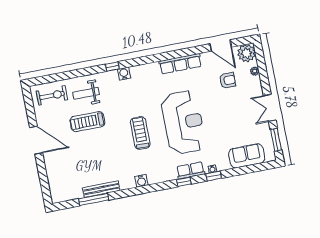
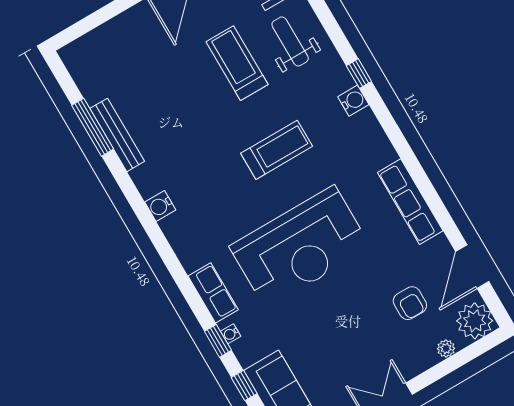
treadmill: (140, 133) -> (277, 150), moved
window: (184, 182) -> (244, 385), moved

